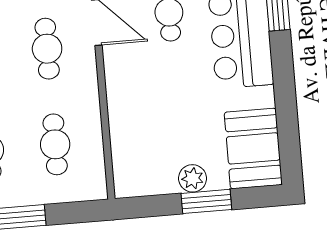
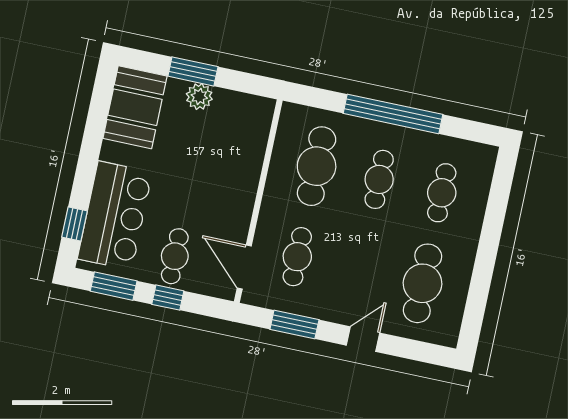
cafe table: (55, 144) -> (317, 166), width x1.37, depth x1.35

